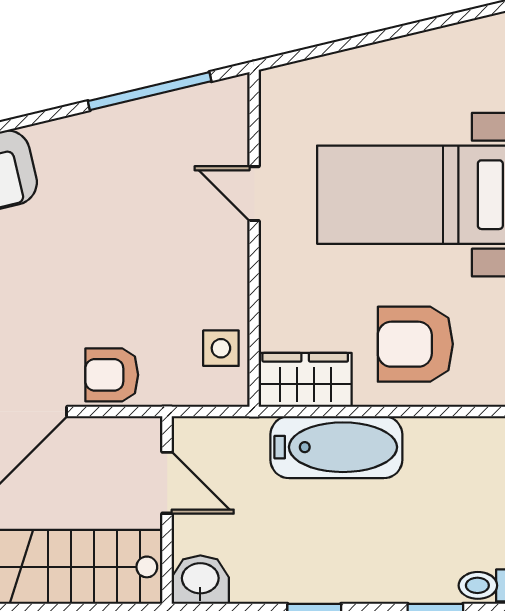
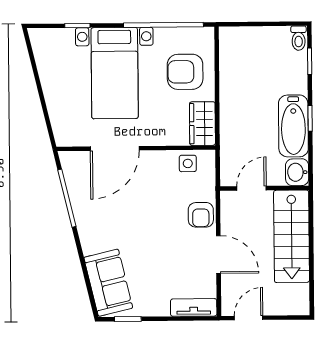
door: (254, 194) -> (115, 148), width x1.87
armchair: (415, 344) -> (185, 72), turned 90
bathtub: (336, 447) -> (293, 126), moved, turned 180

